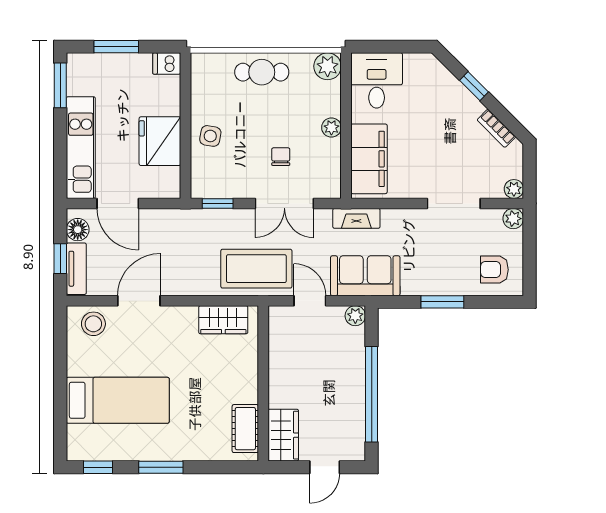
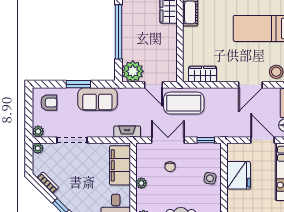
sofa: (365, 276) -> (97, 99), moved
plant: (355, 316) -> (133, 71), width x1.87, depth x1.87

